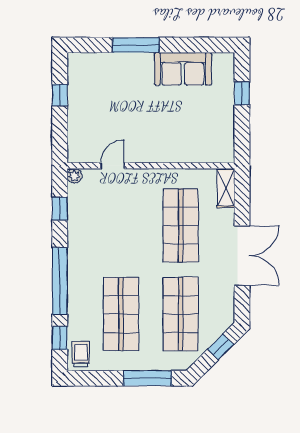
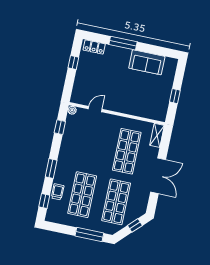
locker: (89, 62) -> (94, 47), added
window: (242, 93) -> (175, 96), moved
window: (60, 281) -> (51, 168), width x0.47
trolley: (81, 354) -> (58, 192), moved

